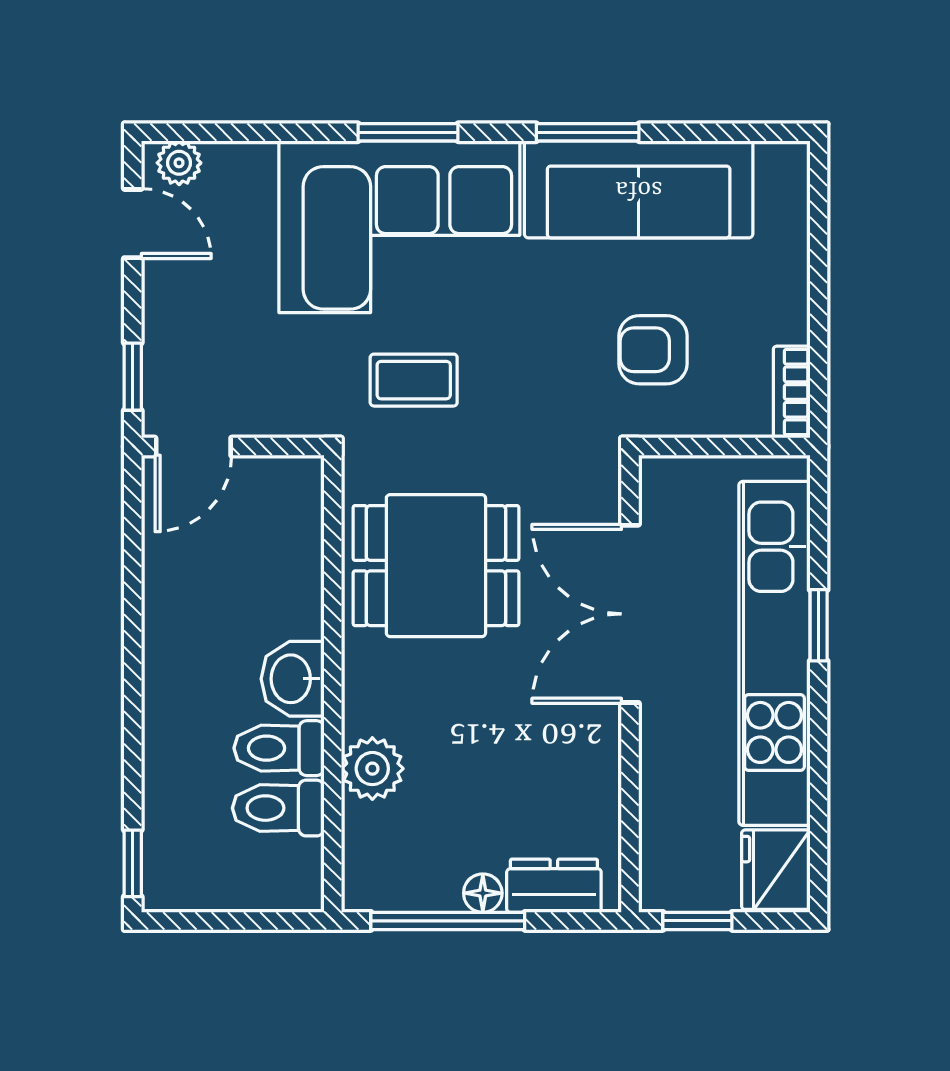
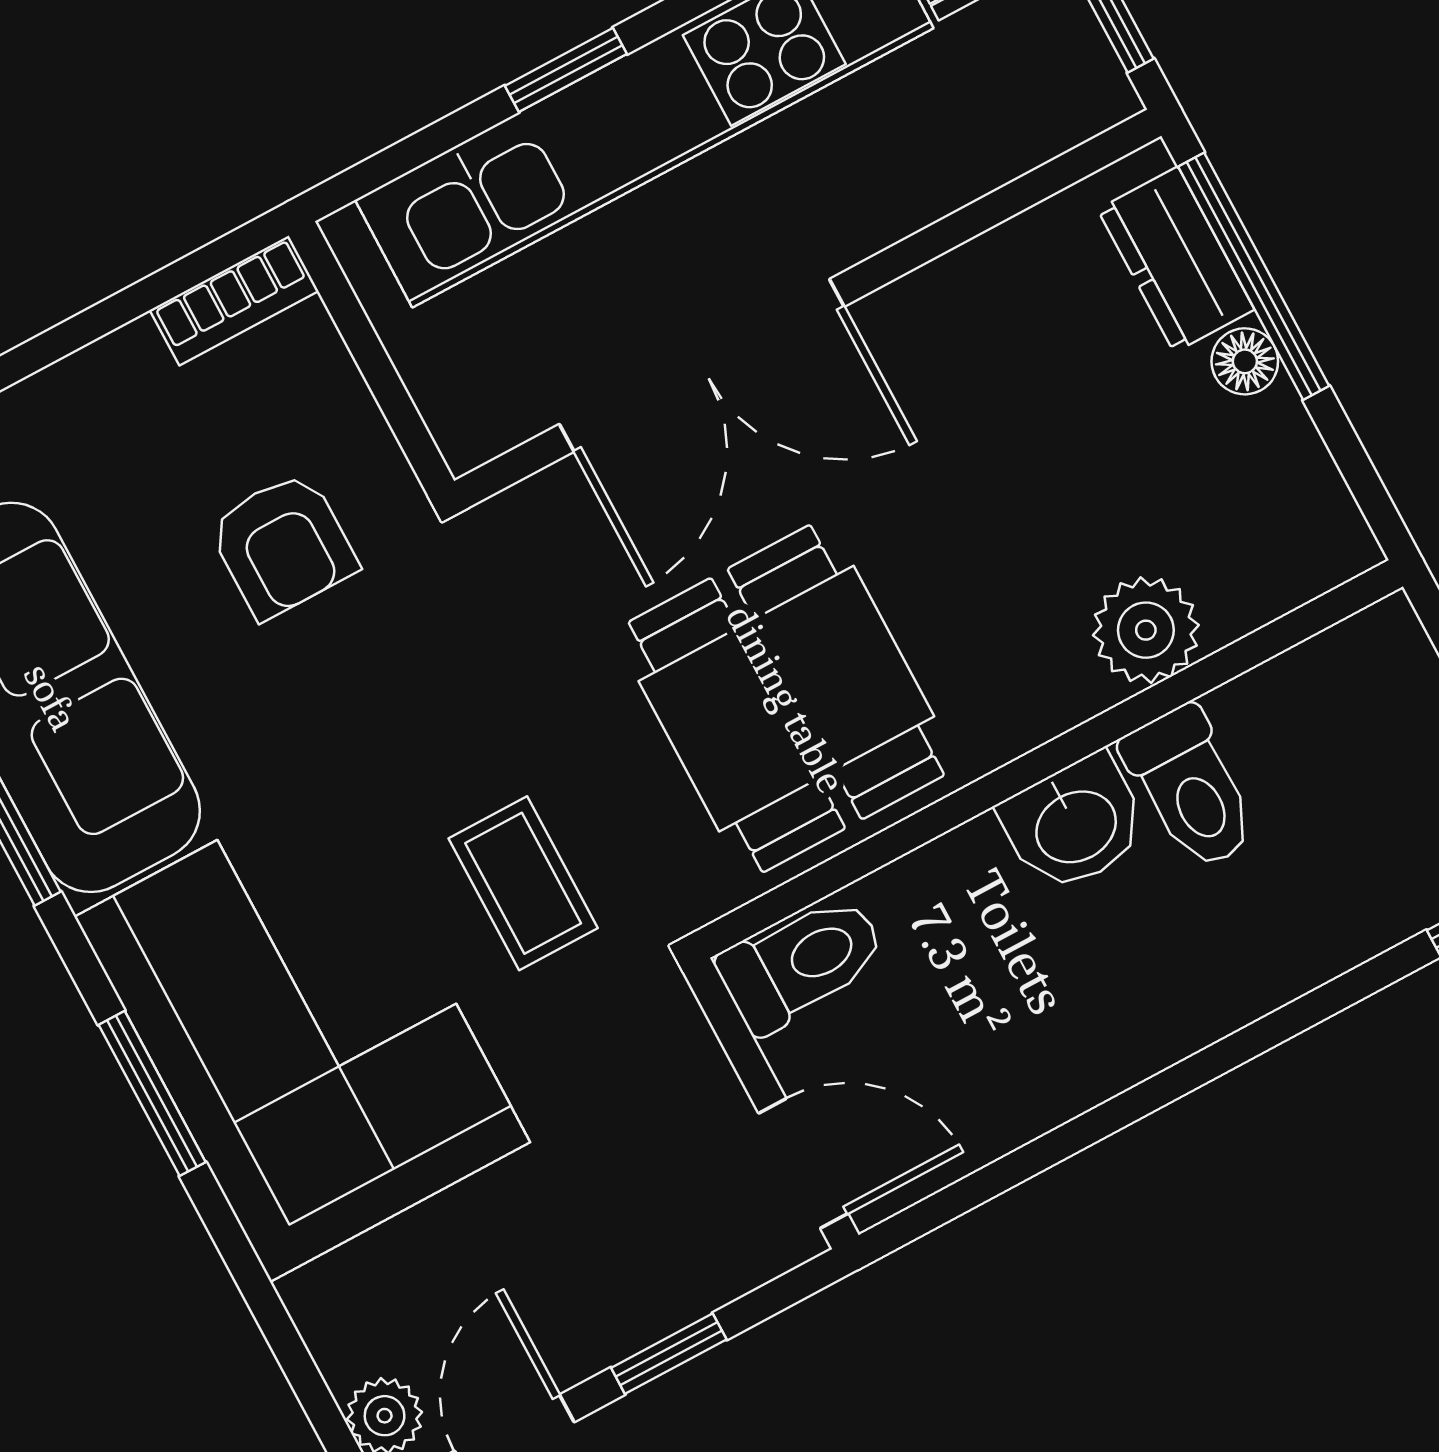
window: (133, 377) -> (669, 1354), moved
toilet: (278, 808) -> (802, 963), moved, turned -90
window: (448, 921) -> (1254, 276), moved

